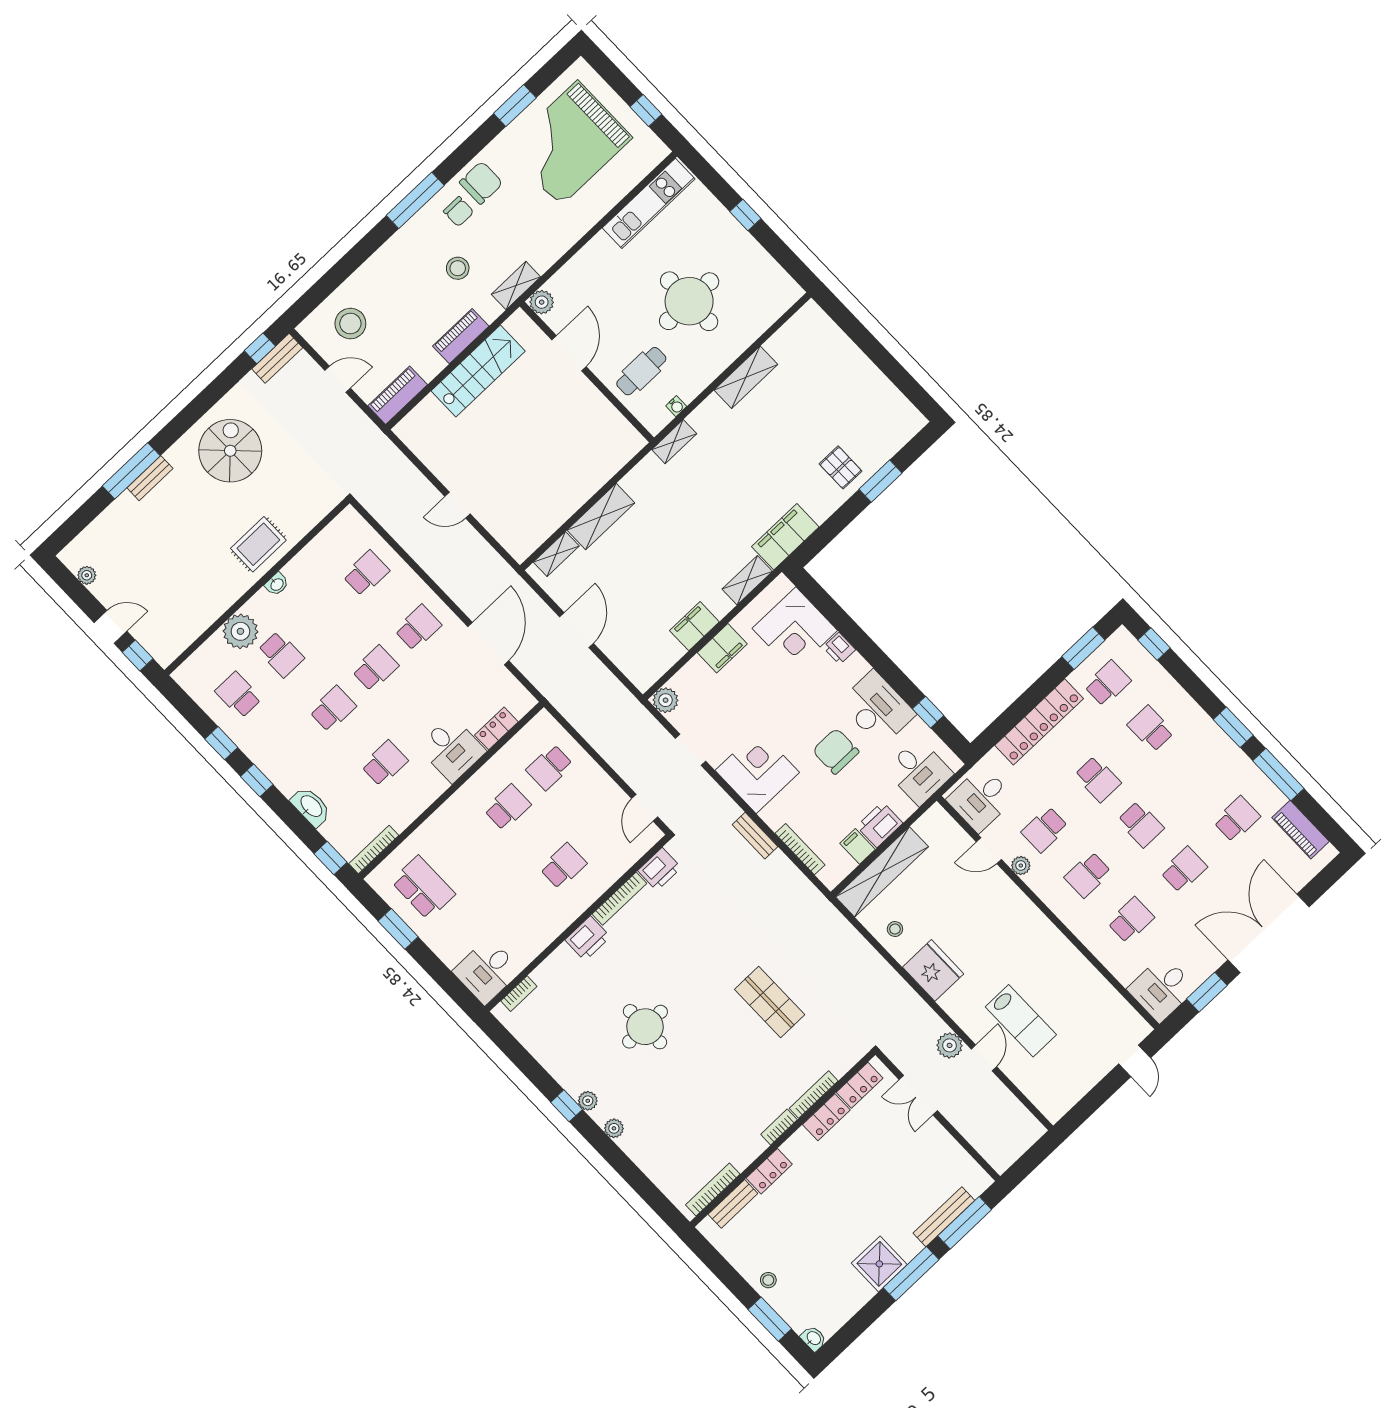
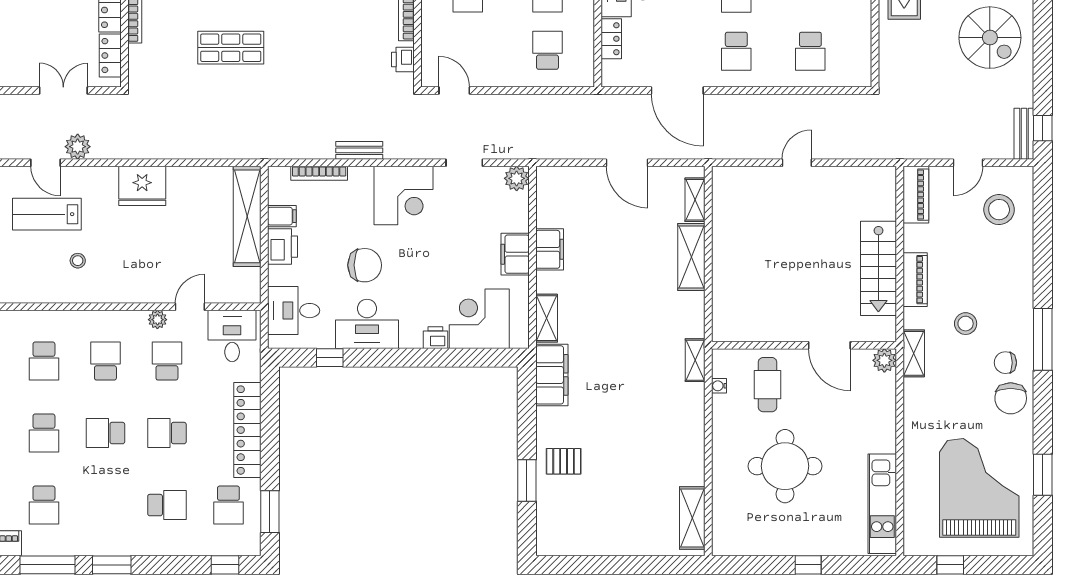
shelving: (746, 377) -> (692, 518), moved
printer: (659, 869) -> (403, 59), width x0.73, depth x0.81
stool: (895, 929) -> (78, 261), moved

